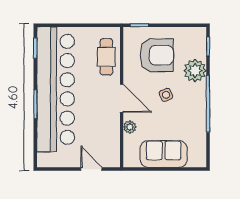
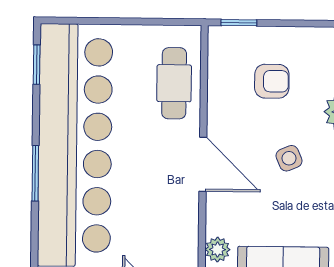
armchair: (157, 55) -> (272, 81), width x0.53, depth x0.53
plant: (130, 127) -> (218, 250), moved

